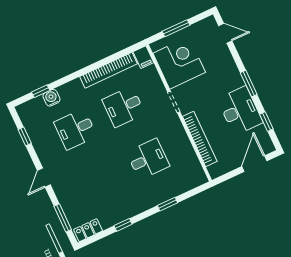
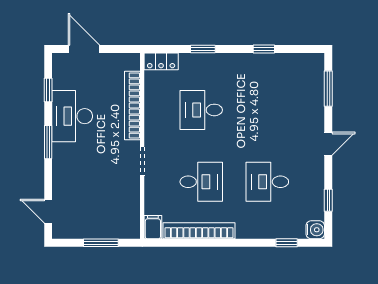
corner desk: (179, 63) -> (116, 202), removed
water cooler: (51, 98) -> (315, 230), moved, turned -90
desk: (75, 129) -> (267, 182), turned 180
door: (254, 164) -> (84, 49), swing flipped
locker: (88, 230) -> (161, 61), moved

